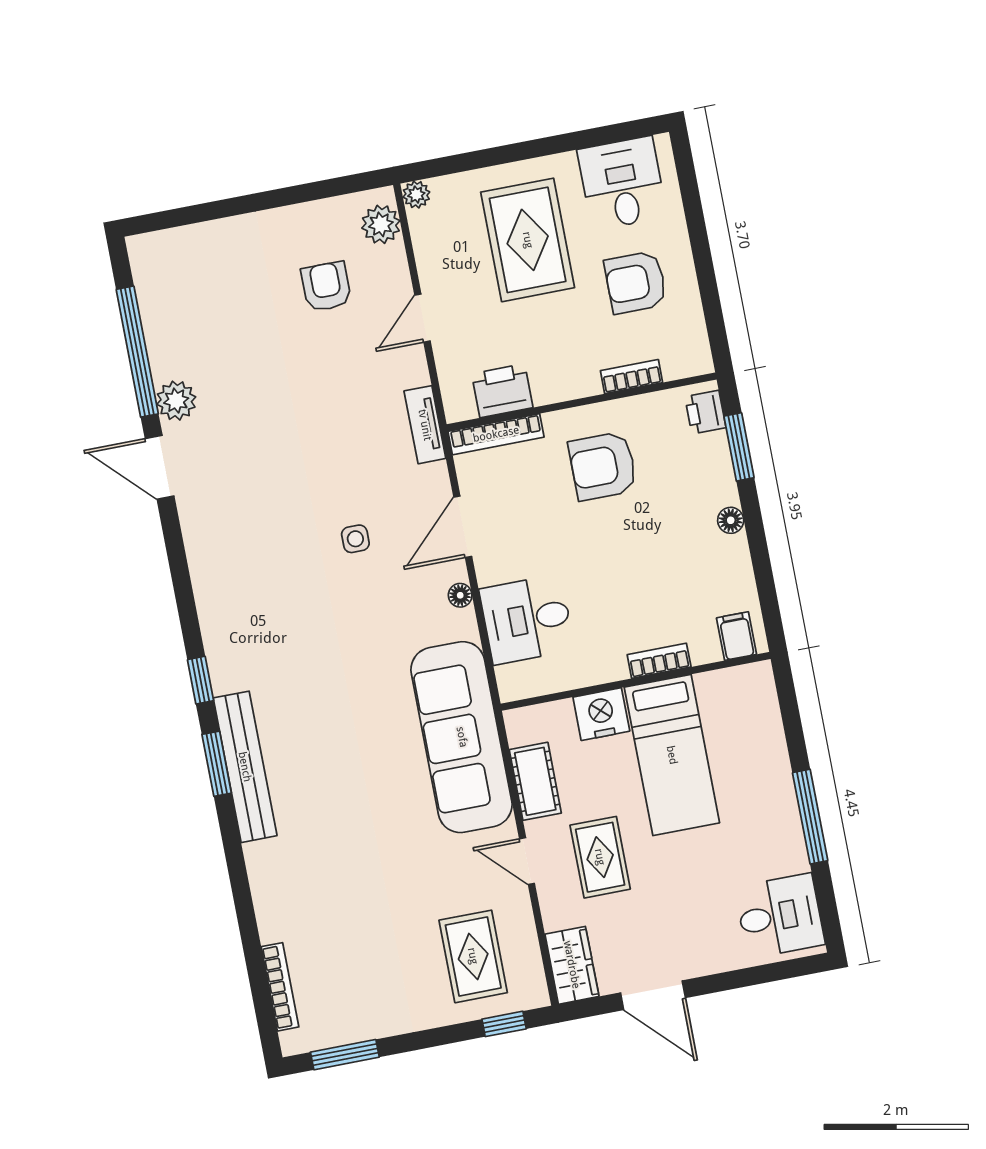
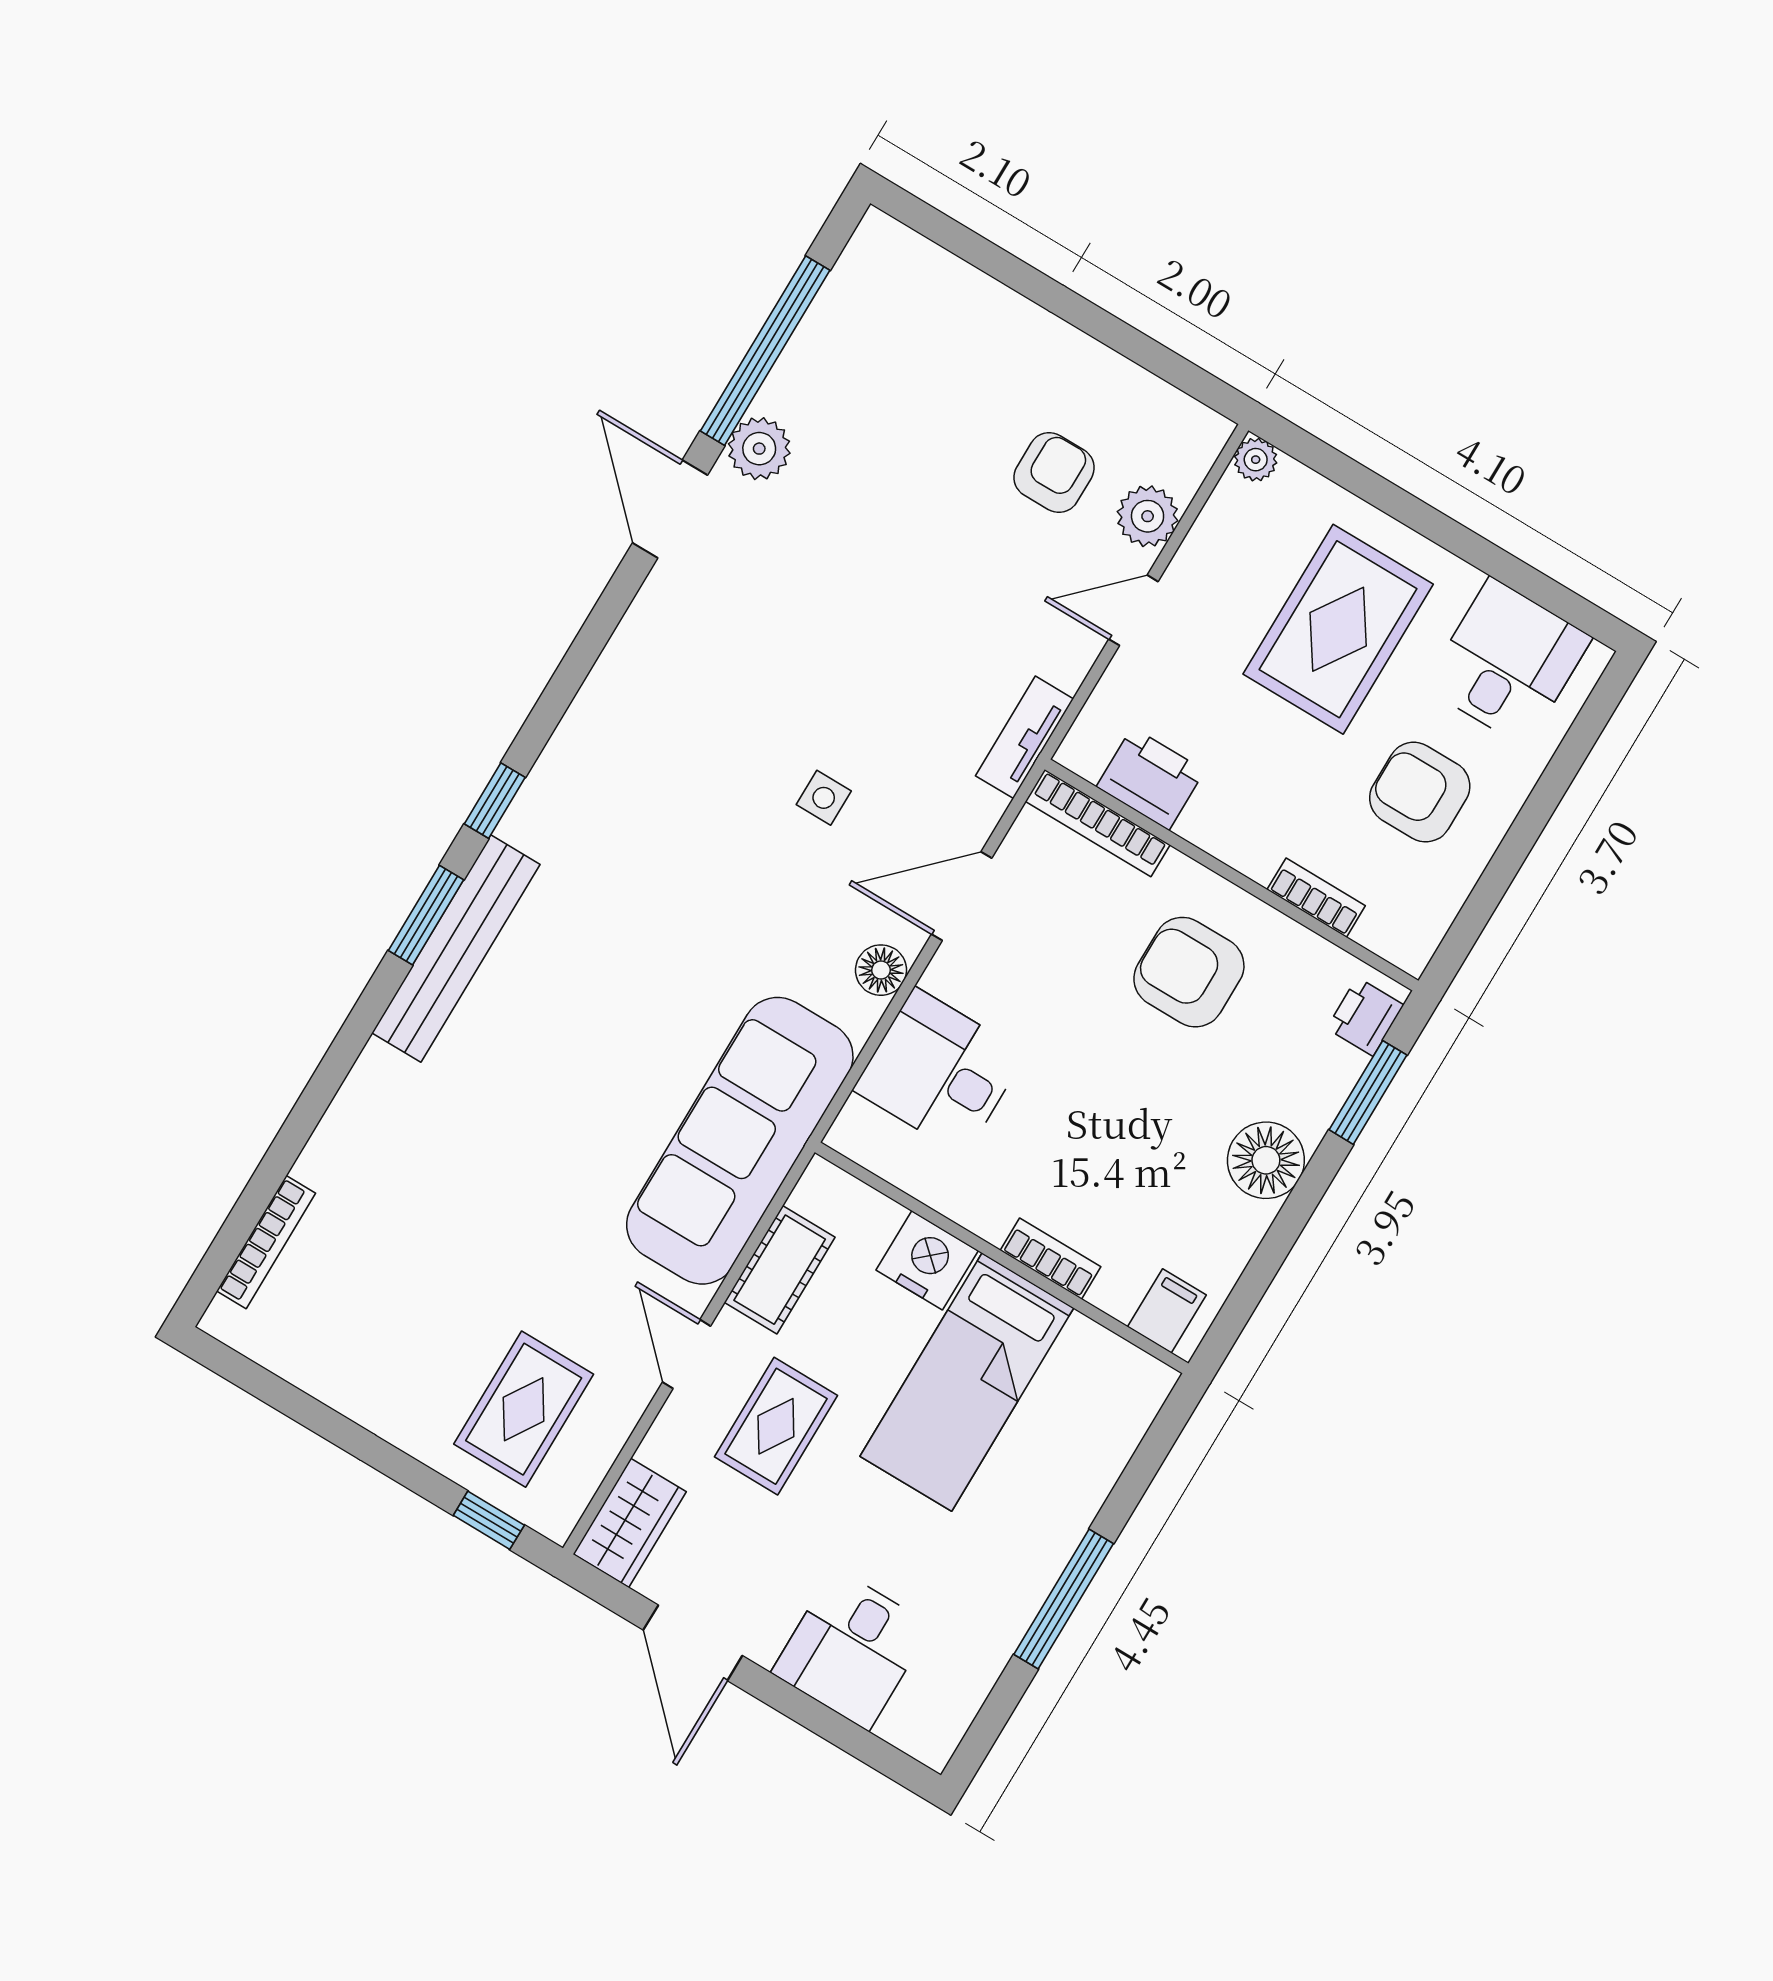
plant: (381, 224) -> (1148, 516), moved
floor lamp: (731, 520) -> (1266, 1160), width x1.89, depth x1.89
floor lamp: (460, 595) -> (881, 970), width x1.37, depth x1.37
desk: (780, 916) -> (851, 1649), moved, turned 90
window: (345, 1055) -> (271, 1389), removed

